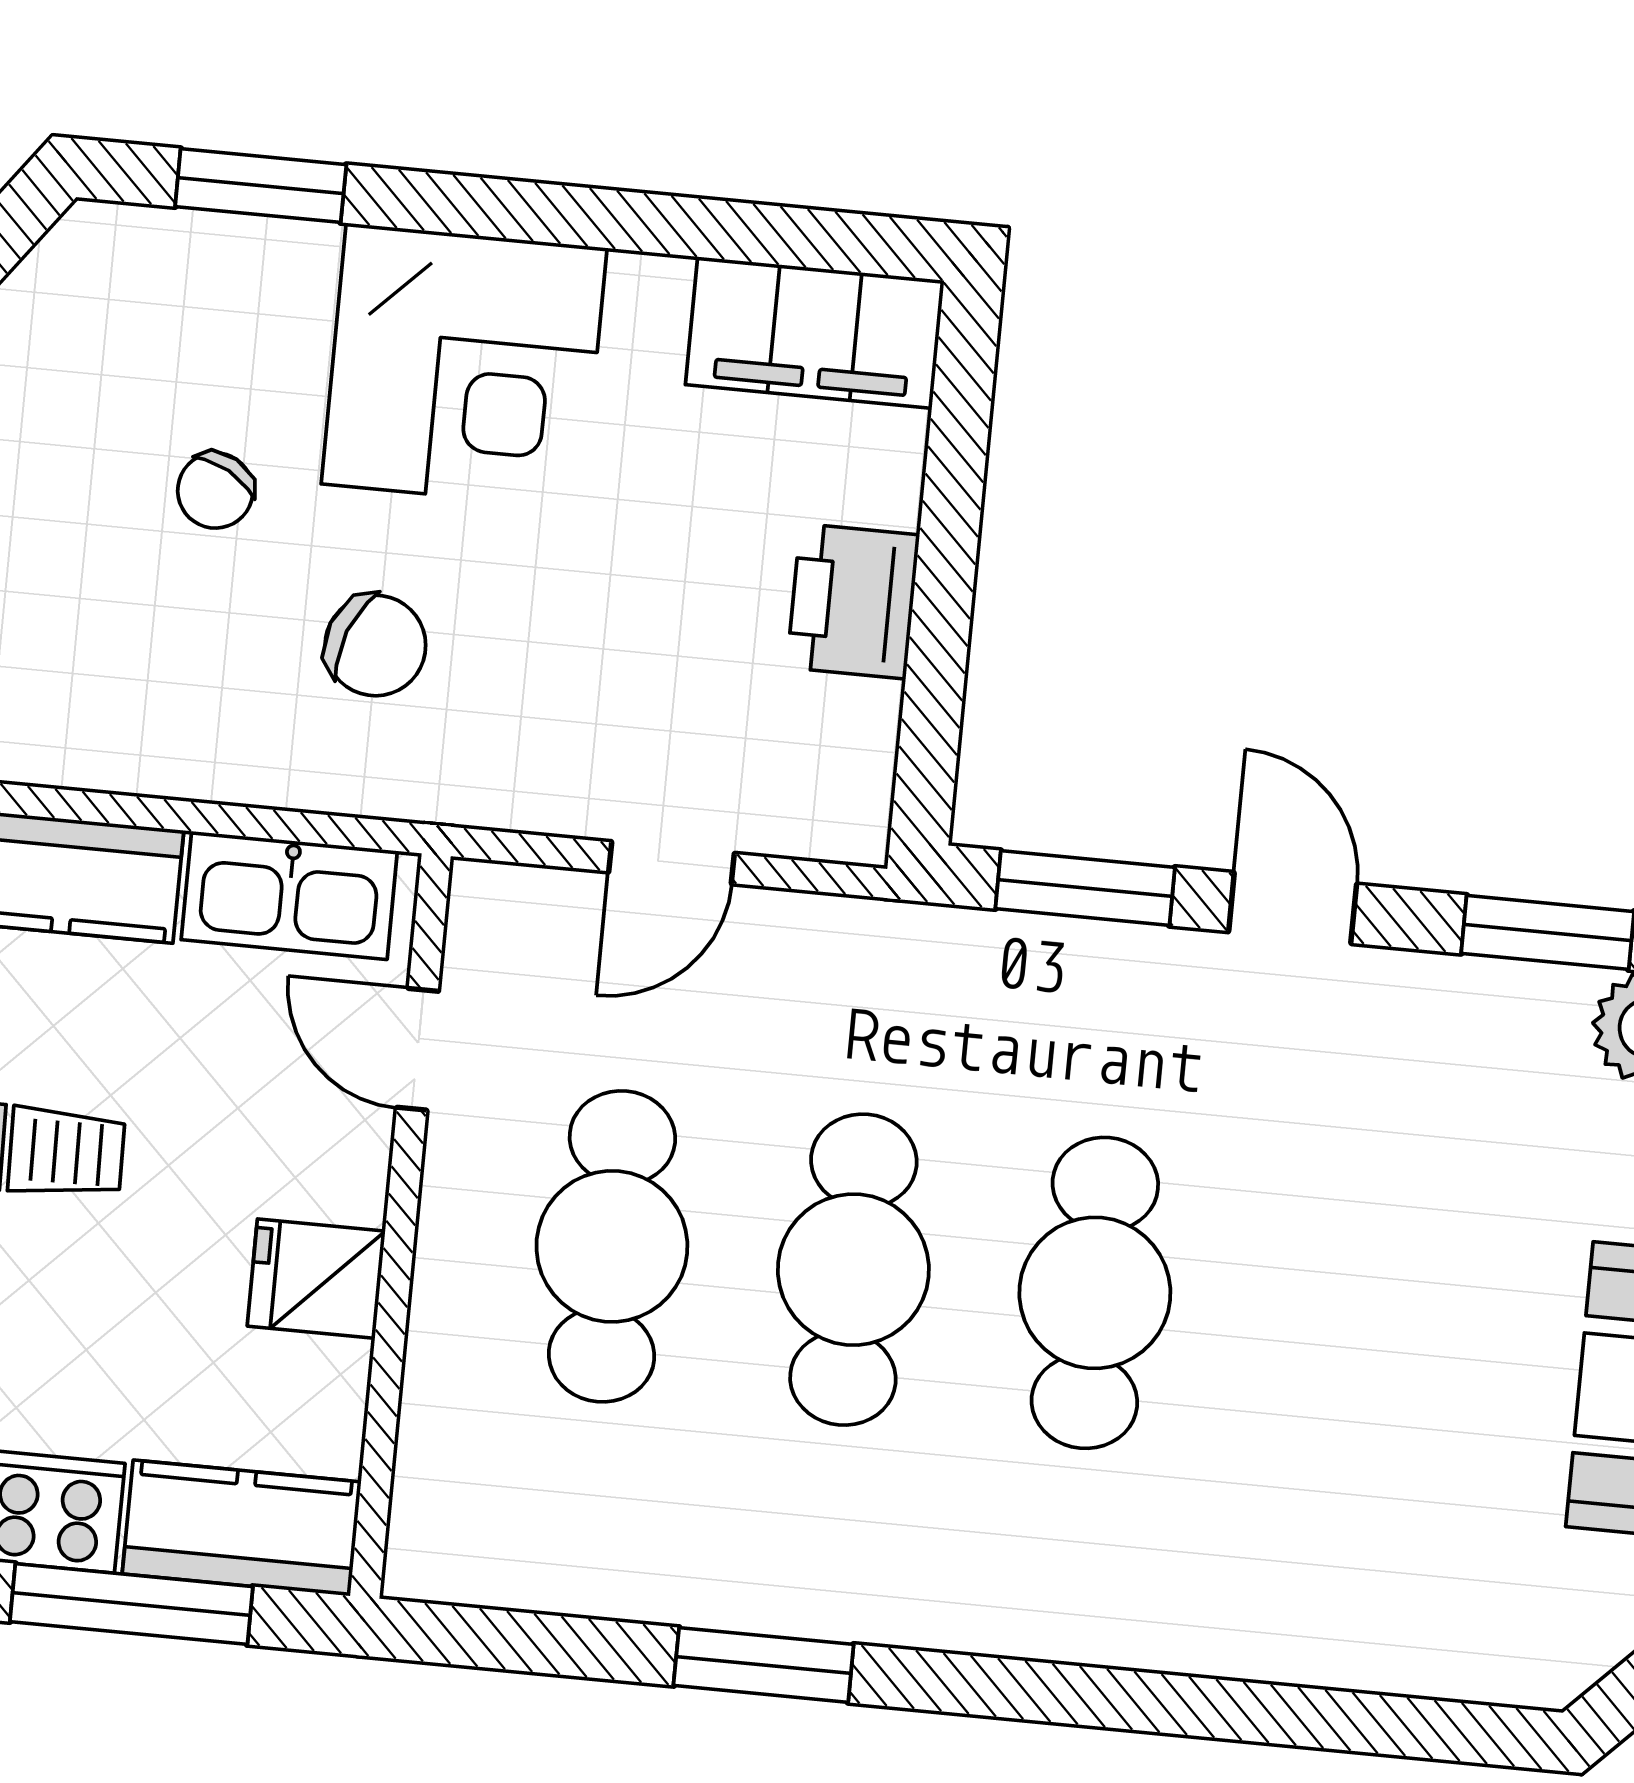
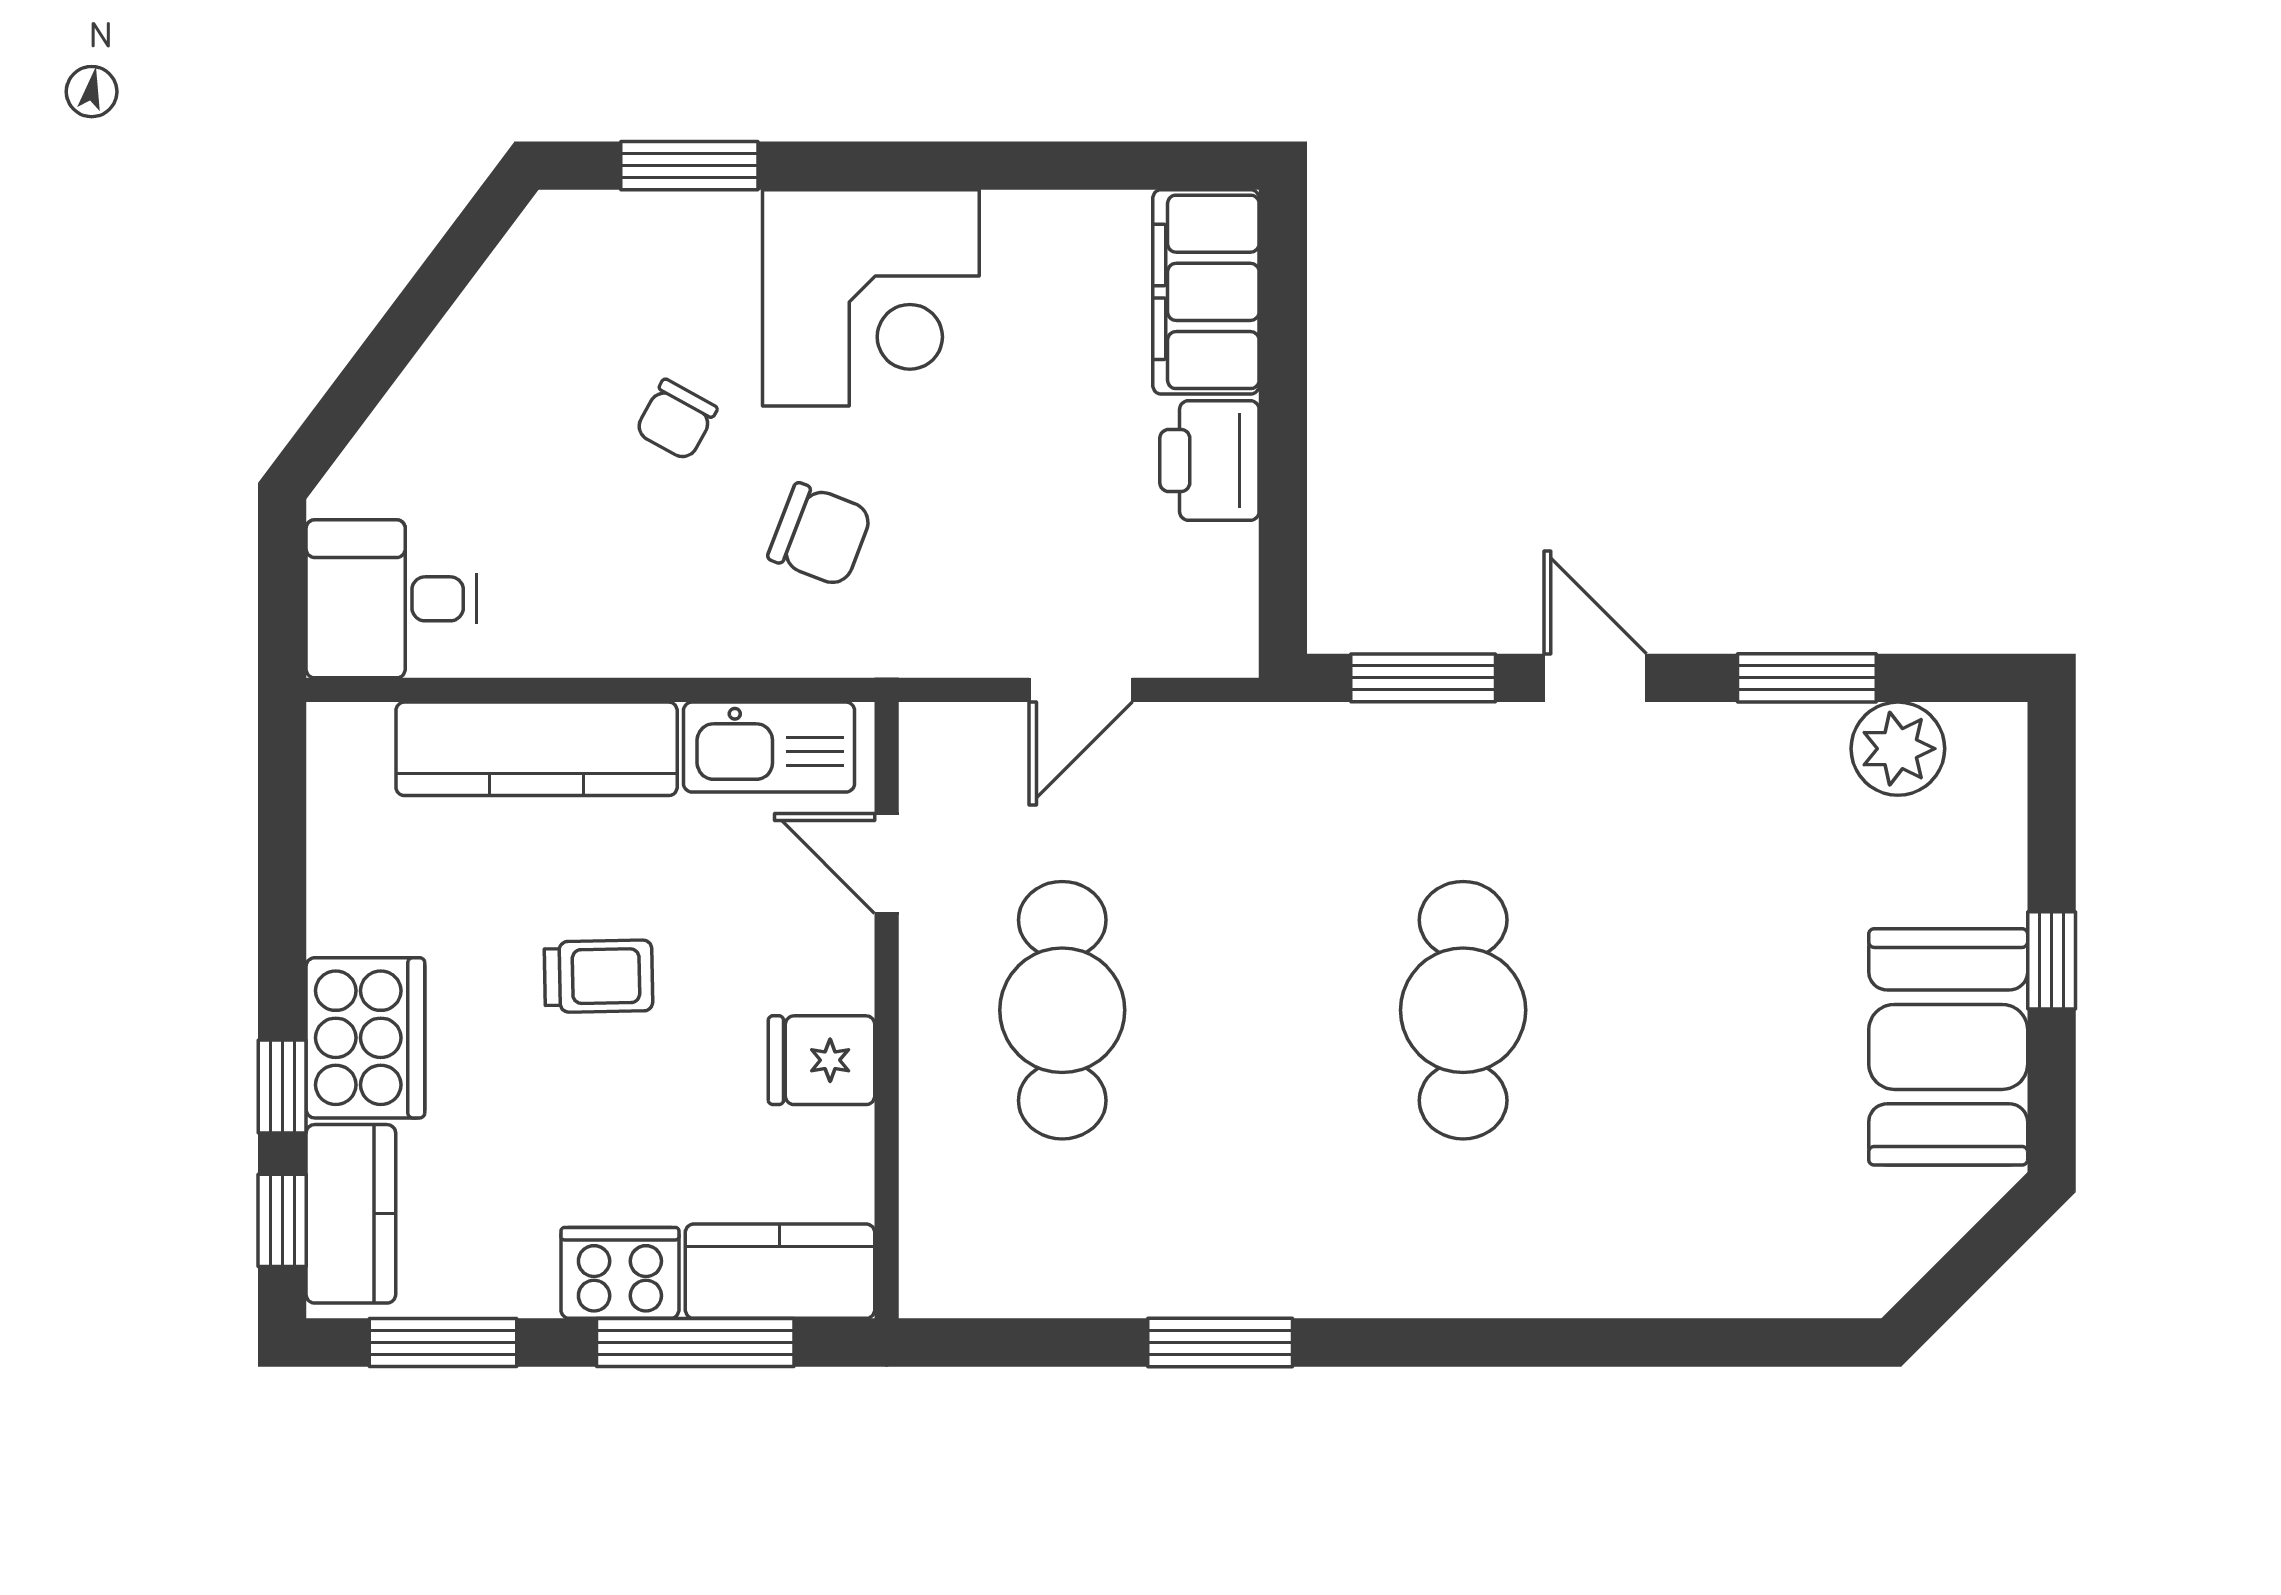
filing cabinet: (815, 333) -> (1206, 292), moved, turned 90
cafe table: (853, 1270) -> (1263, 1010), removed

